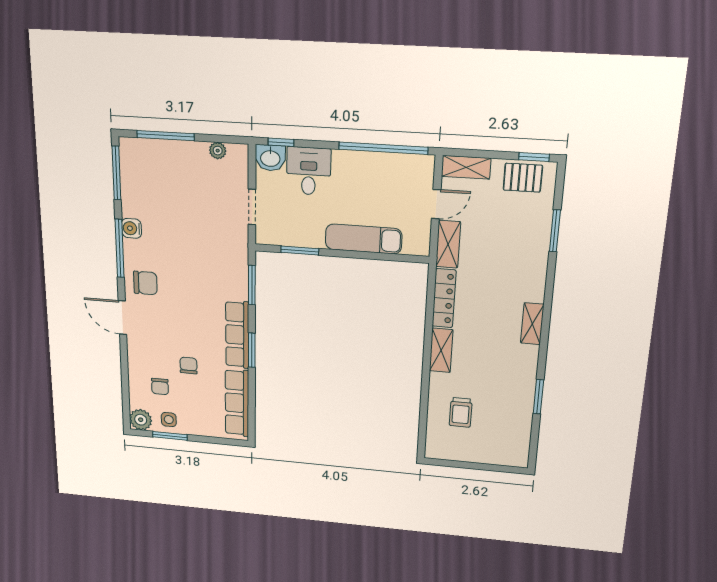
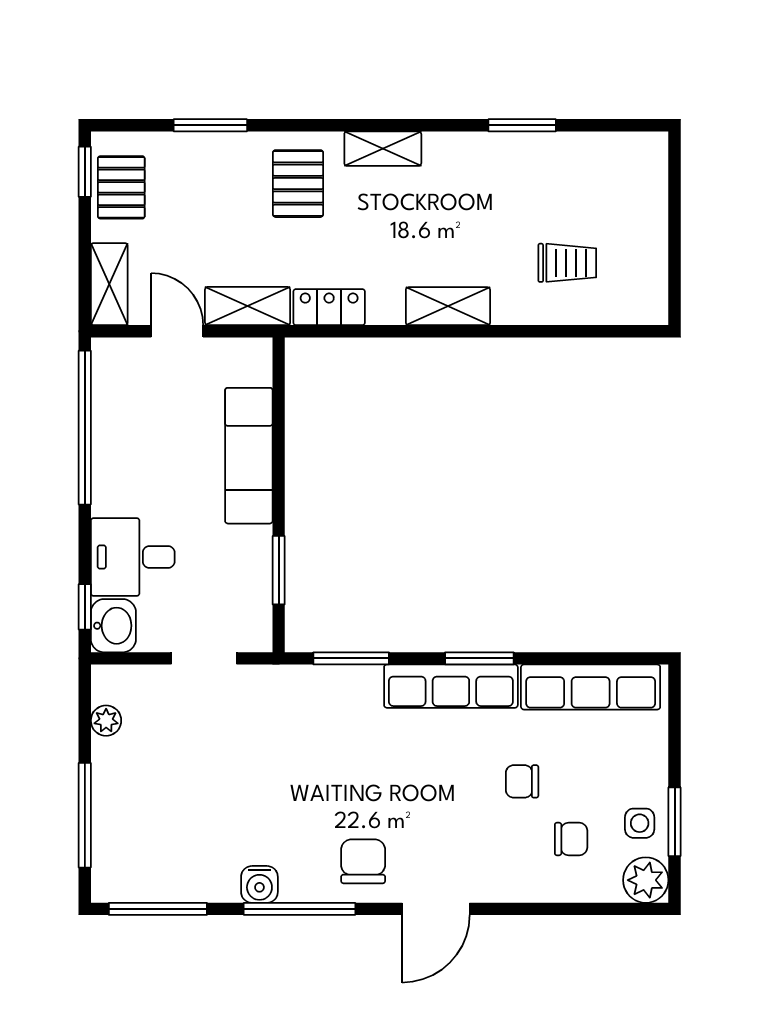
pallet: (516, 277) -> (298, 184), added
locker: (444, 298) -> (329, 307), width x0.66

